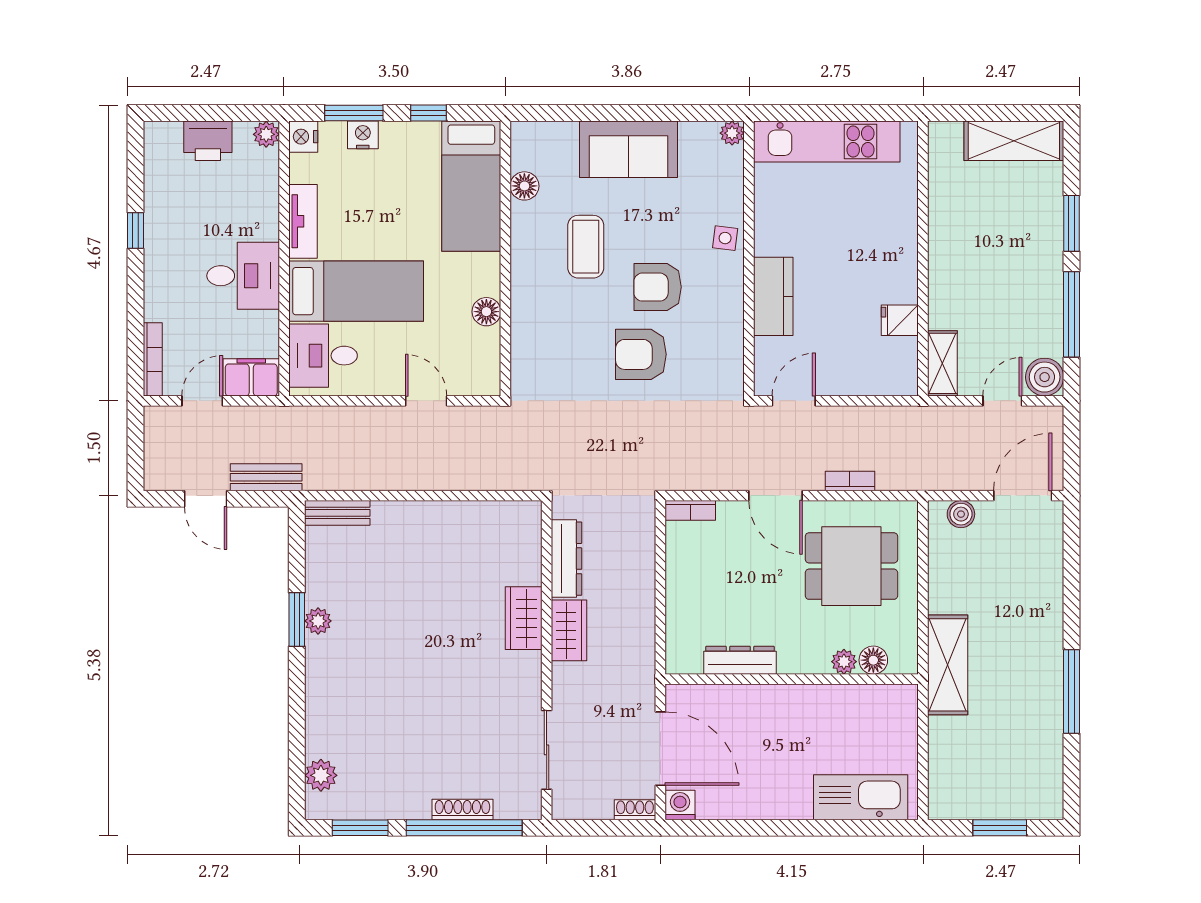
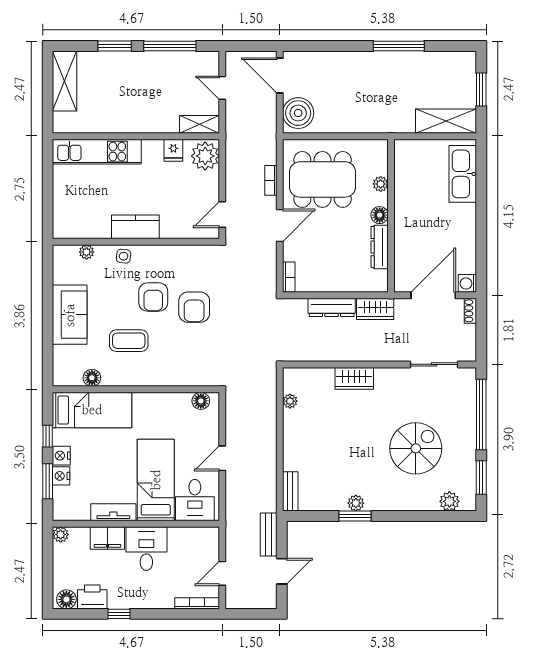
plant: (732, 133) -> (87, 252), moved
nightstand: (303, 137) -> (61, 456), moved, turned 90
printer: (208, 141) -> (92, 597), moved, turned -90
kitchen unit: (827, 142) -> (97, 152), moved, turned 90
floor lamp: (159, 144) -> (66, 599), added
kitchen counter: (773, 296) -> (135, 227), moved
floor lamp: (486, 312) -> (201, 401), moved
plant: (890, 373) -> (205, 156), added
filing cabinet: (251, 377) -> (107, 538), moved, turned -90
boiler: (1045, 377) -> (208, 62), removed
door: (202, 401) -> (222, 573), hinge flipped
door: (426, 401) -> (222, 458), moved
door: (794, 401) -> (222, 214), hinge flipped
plant: (486, 512) -> (290, 401), added
boiler: (961, 514) -> (298, 113), width x1.86, depth x1.86
dresser: (567, 559) -> (332, 307), moved, turned 180
dining table: (851, 566) -> (323, 179), width x1.37
wardrobe: (569, 630) -> (375, 309), moved, turned 180
floor lamp: (873, 660) -> (380, 215), moved
shelving: (948, 665) -> (446, 121), moved
spiral stairs: (408, 720) -> (416, 448), added
shoe rack: (462, 809) -> (470, 415), removed

